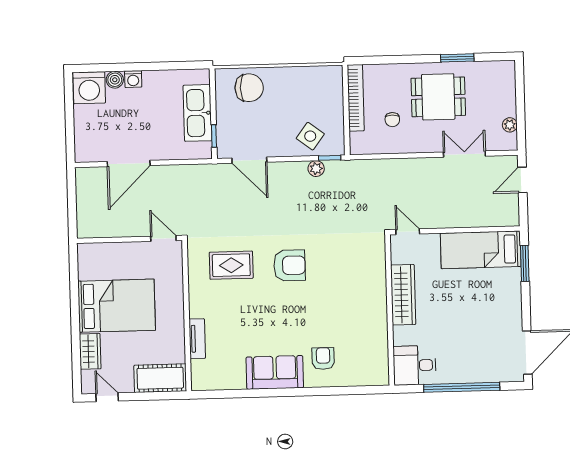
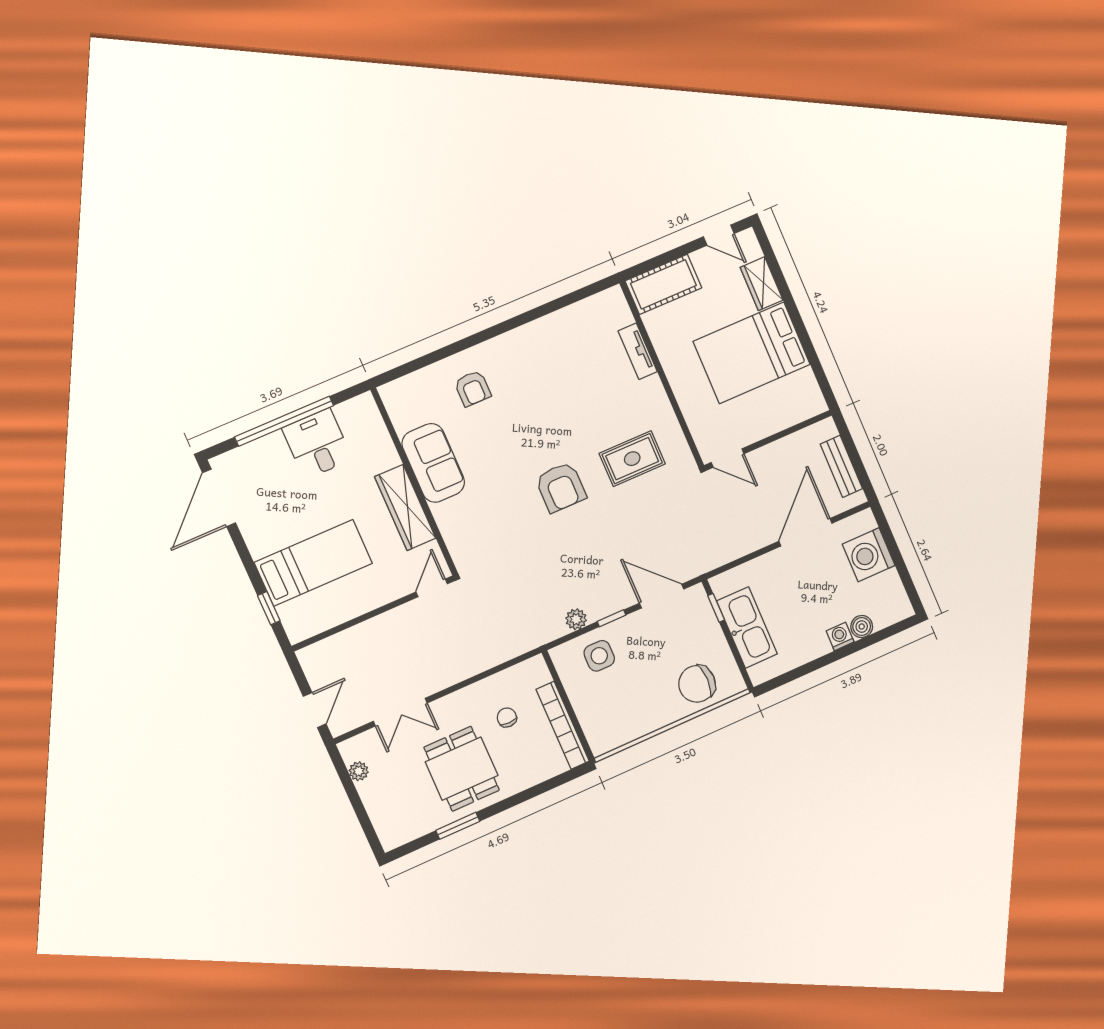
washing machine: (89, 88) -> (869, 555), moved, turned -90
dining table: (438, 97) -> (462, 769), turned 90
side table: (310, 136) -> (599, 656), turned -37
window: (330, 158) -> (612, 618), moved
bench: (84, 200) -> (841, 466), added
door: (408, 232) -> (432, 588), swing flipped
bed: (481, 250) -> (313, 563), moved
window: (525, 263) -> (269, 608), width x0.67
armchair: (289, 265) -> (561, 487), turned -90
desk: (415, 365) -> (317, 444), moved, turned -90
sofa: (275, 372) -> (433, 463), moved, turned -90

